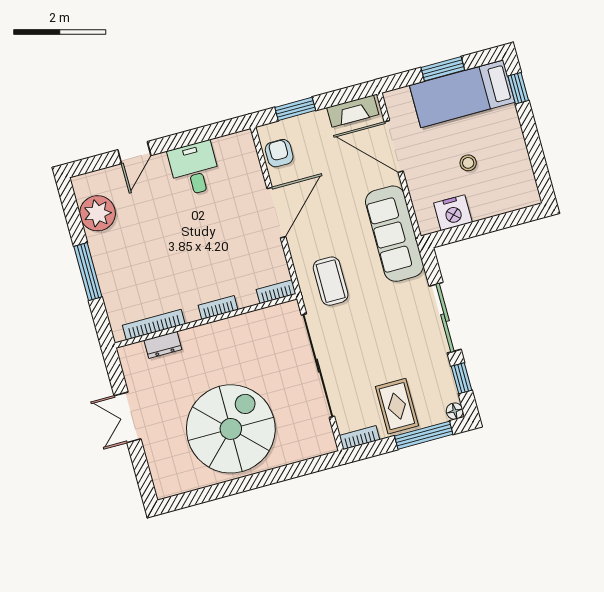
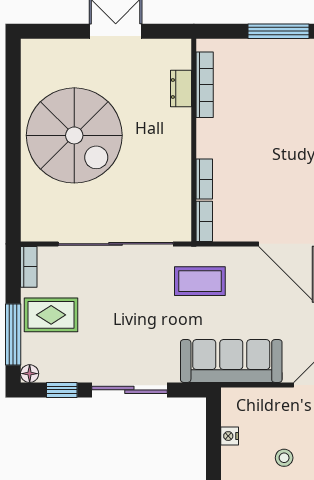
nightstand: (453, 213) -> (230, 436), width x0.53, depth x0.56
bookcase: (218, 307) -> (204, 179), moved

